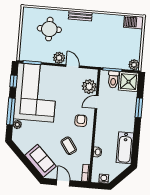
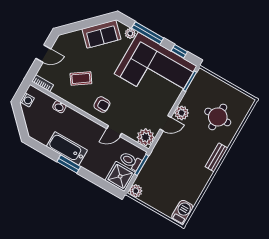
plant: (89, 87) -> (146, 137), moved
door: (97, 102) -> (114, 131), swing flipped
window: (139, 108) -> (69, 164), moved
bathtub: (125, 148) -> (67, 148), moved
sofa: (40, 161) -> (101, 34), moved

